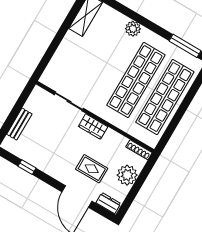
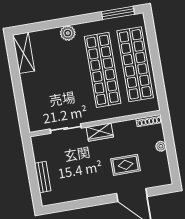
window: (27, 167) -> (76, 205), removed
plant: (127, 175) -> (161, 146), width x0.53, depth x0.53
dresser: (108, 203) -> (160, 180), removed

